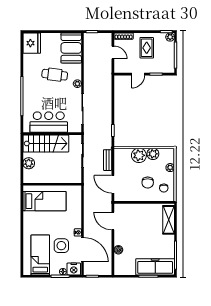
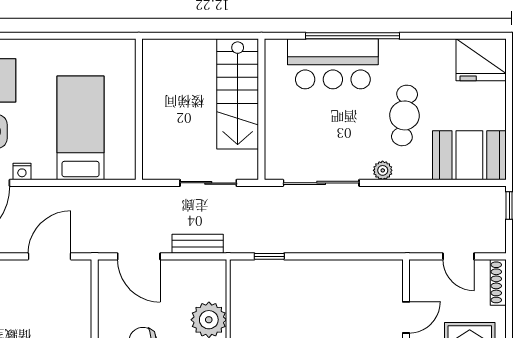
door: (113, 52) -> (458, 256), hinge flipped
door: (138, 74) -> (406, 317), swing flipped
bar counter: (49, 122) -> (333, 64), moved, turned 90
plant: (29, 163) -> (190, 52), removed
door: (113, 184) -> (139, 256), swing flipped
bed: (45, 201) -> (81, 128), moved, turned 180

